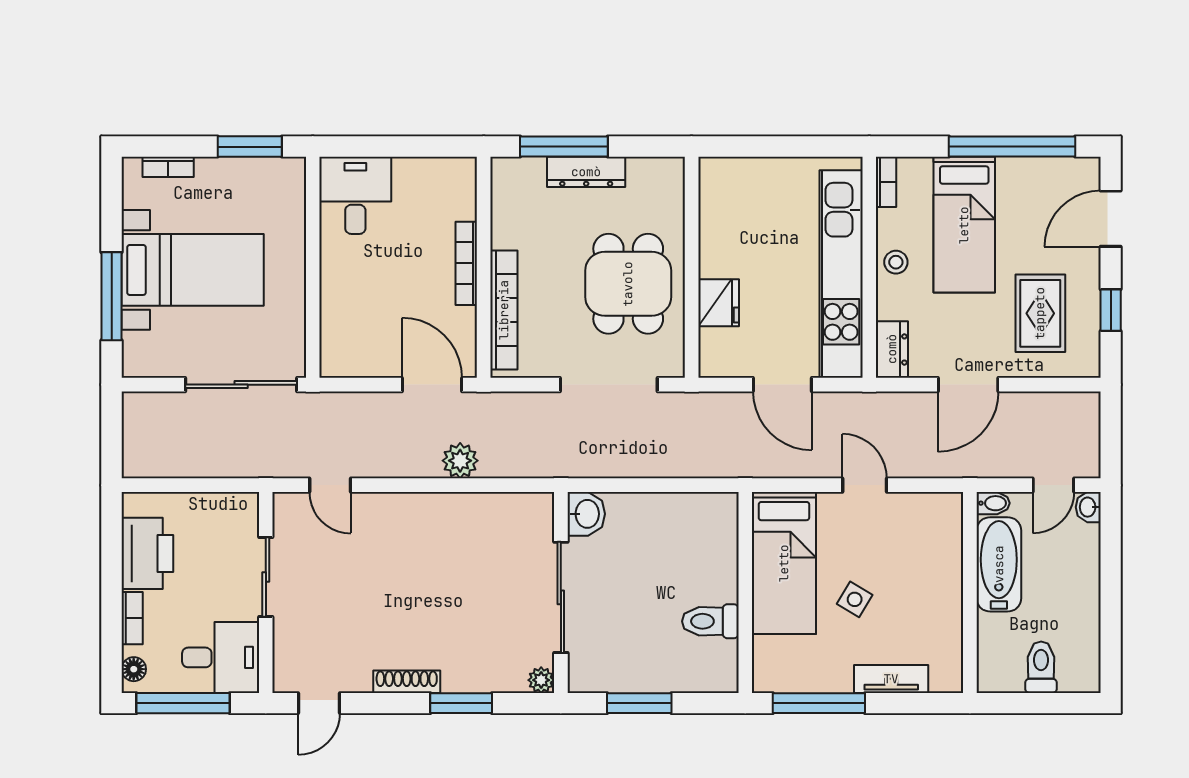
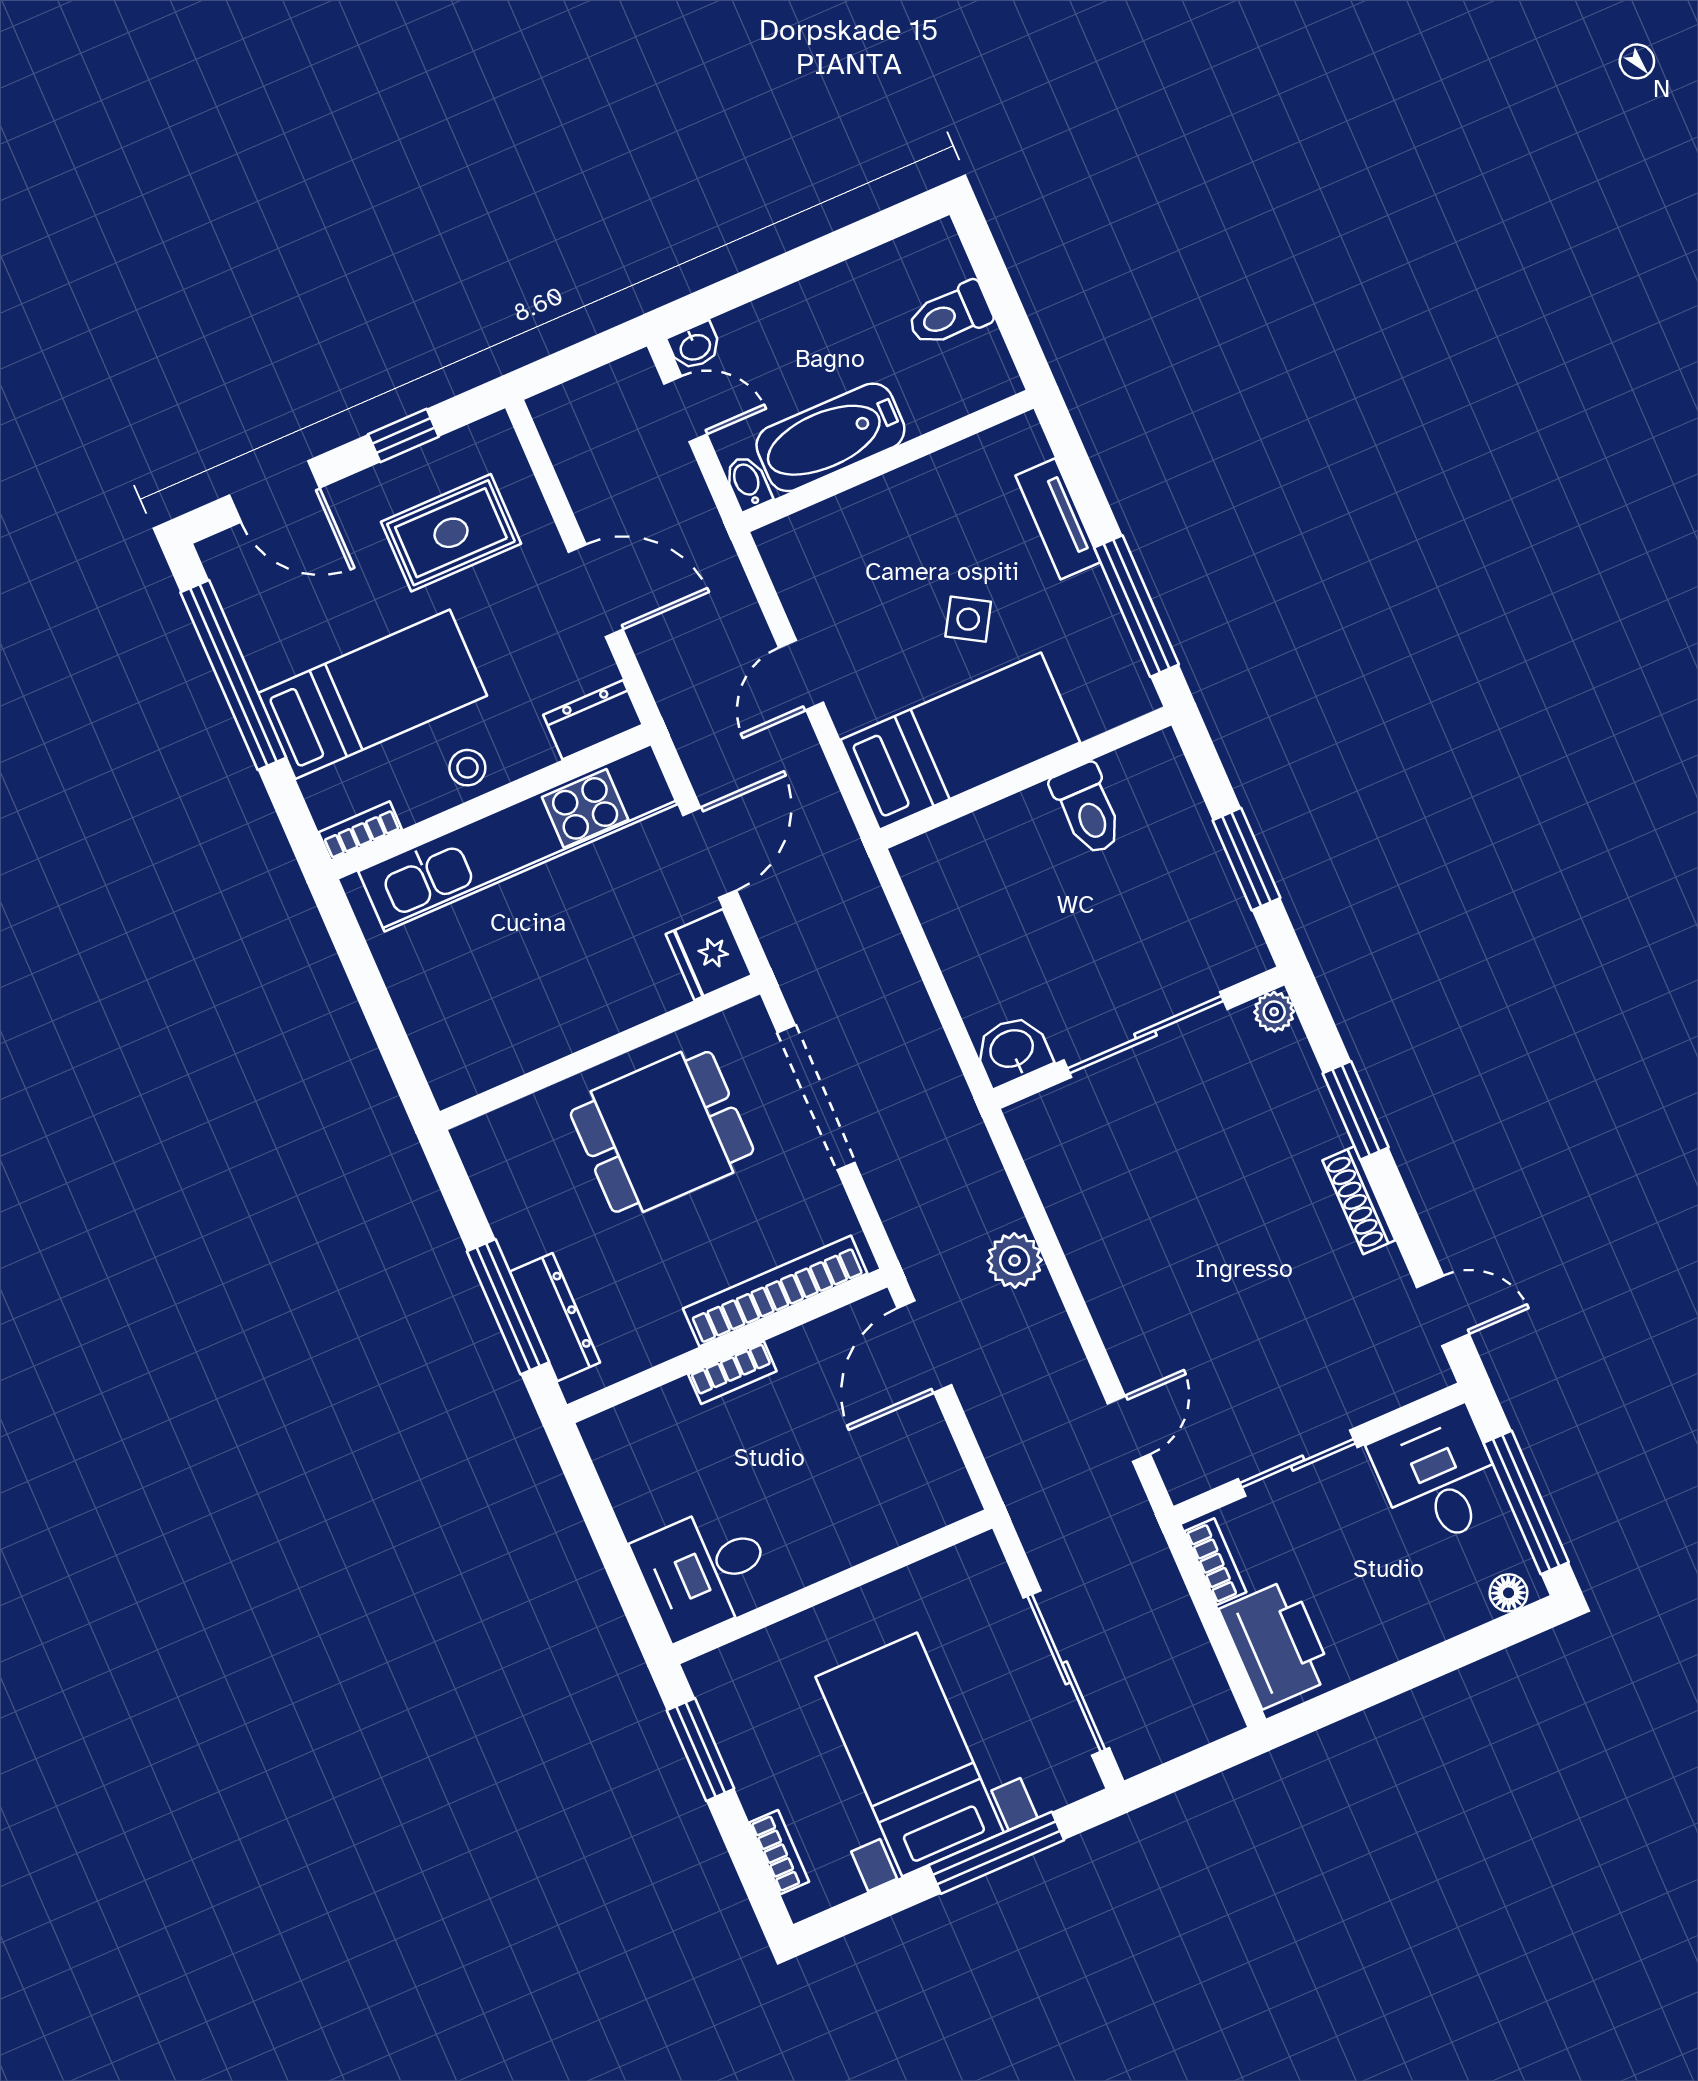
dresser: (586, 172) -> (555, 1317), moved
bookcase: (466, 263) -> (732, 1373), width x0.64
fridge: (719, 303) -> (709, 955), moved, turned -90
sliding door: (241, 385) -> (1066, 1673), moved
printer: (147, 553) -> (1277, 1644), moved, turned 90
bookcase: (132, 618) -> (1215, 1562), moved, turned 90

